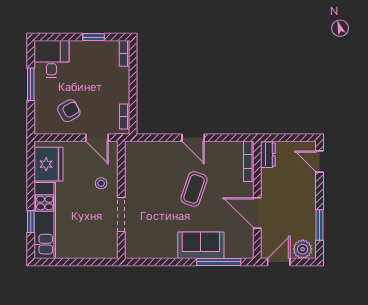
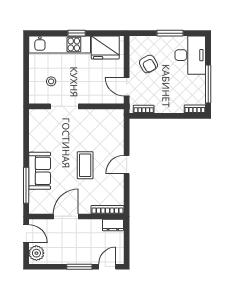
window: (94, 37) -> (208, 84), width x2.17
desk: (51, 59) -> (190, 55), width x1.37
door: (97, 138) -> (127, 87), hinge flipped
stool: (101, 183) -> (51, 81), moved
coffee table: (194, 189) -> (85, 165), turned 71
window: (31, 222) -> (77, 33), moved
window: (319, 225) -> (79, 267), moved

